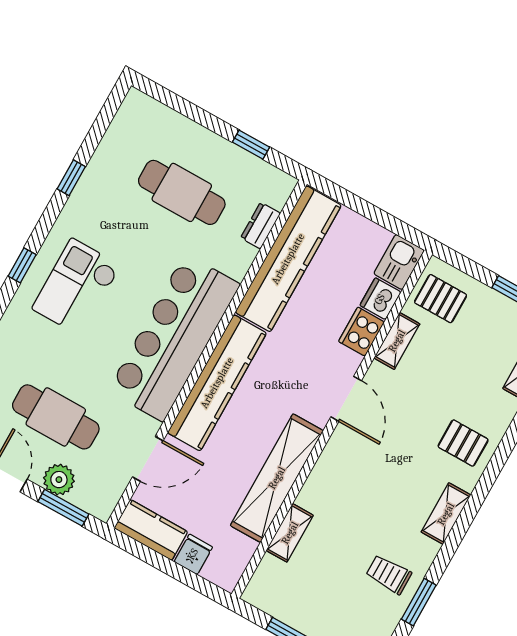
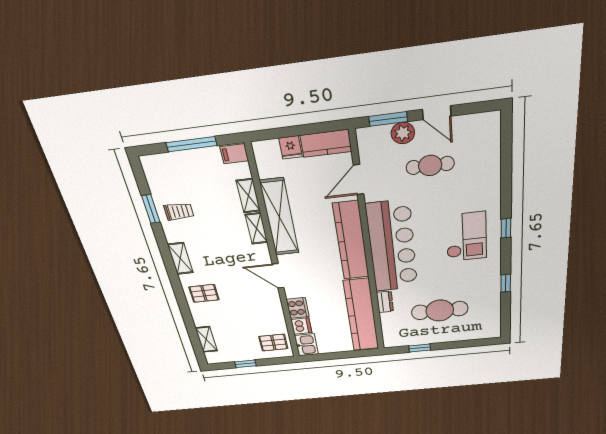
dresser: (261, 226) -> (385, 302), moved
shelving: (397, 341) -> (256, 228), moved
cafe table: (56, 417) -> (430, 166), width x0.73, depth x0.74
filing cabinet: (262, 594) -> (234, 154), added

